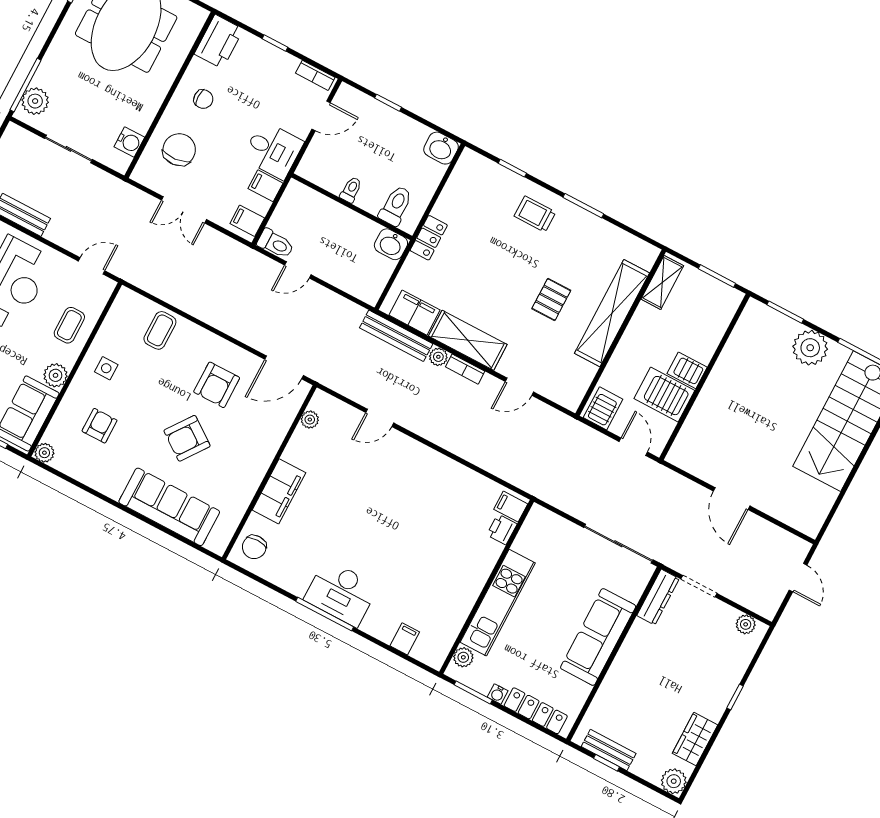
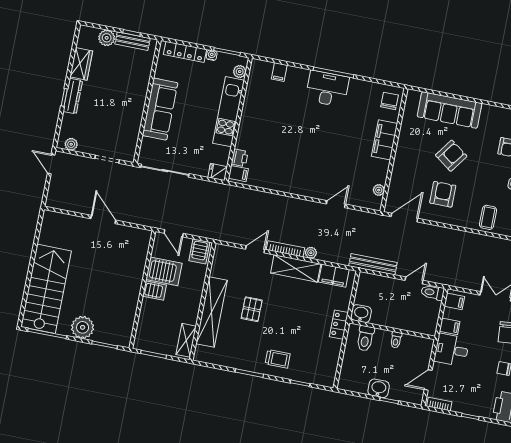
washbasin: (441, 148) -> (379, 388), moved
bench: (396, 336) -> (373, 264), moved
bookcase: (465, 369) -> (285, 249), width x1.56
fridge: (541, 518) -> (218, 172), added
door: (798, 578) -> (51, 164), moved
dresser: (658, 597) -> (73, 96), moved, turned 180
plant: (674, 781) -> (107, 38), moved

